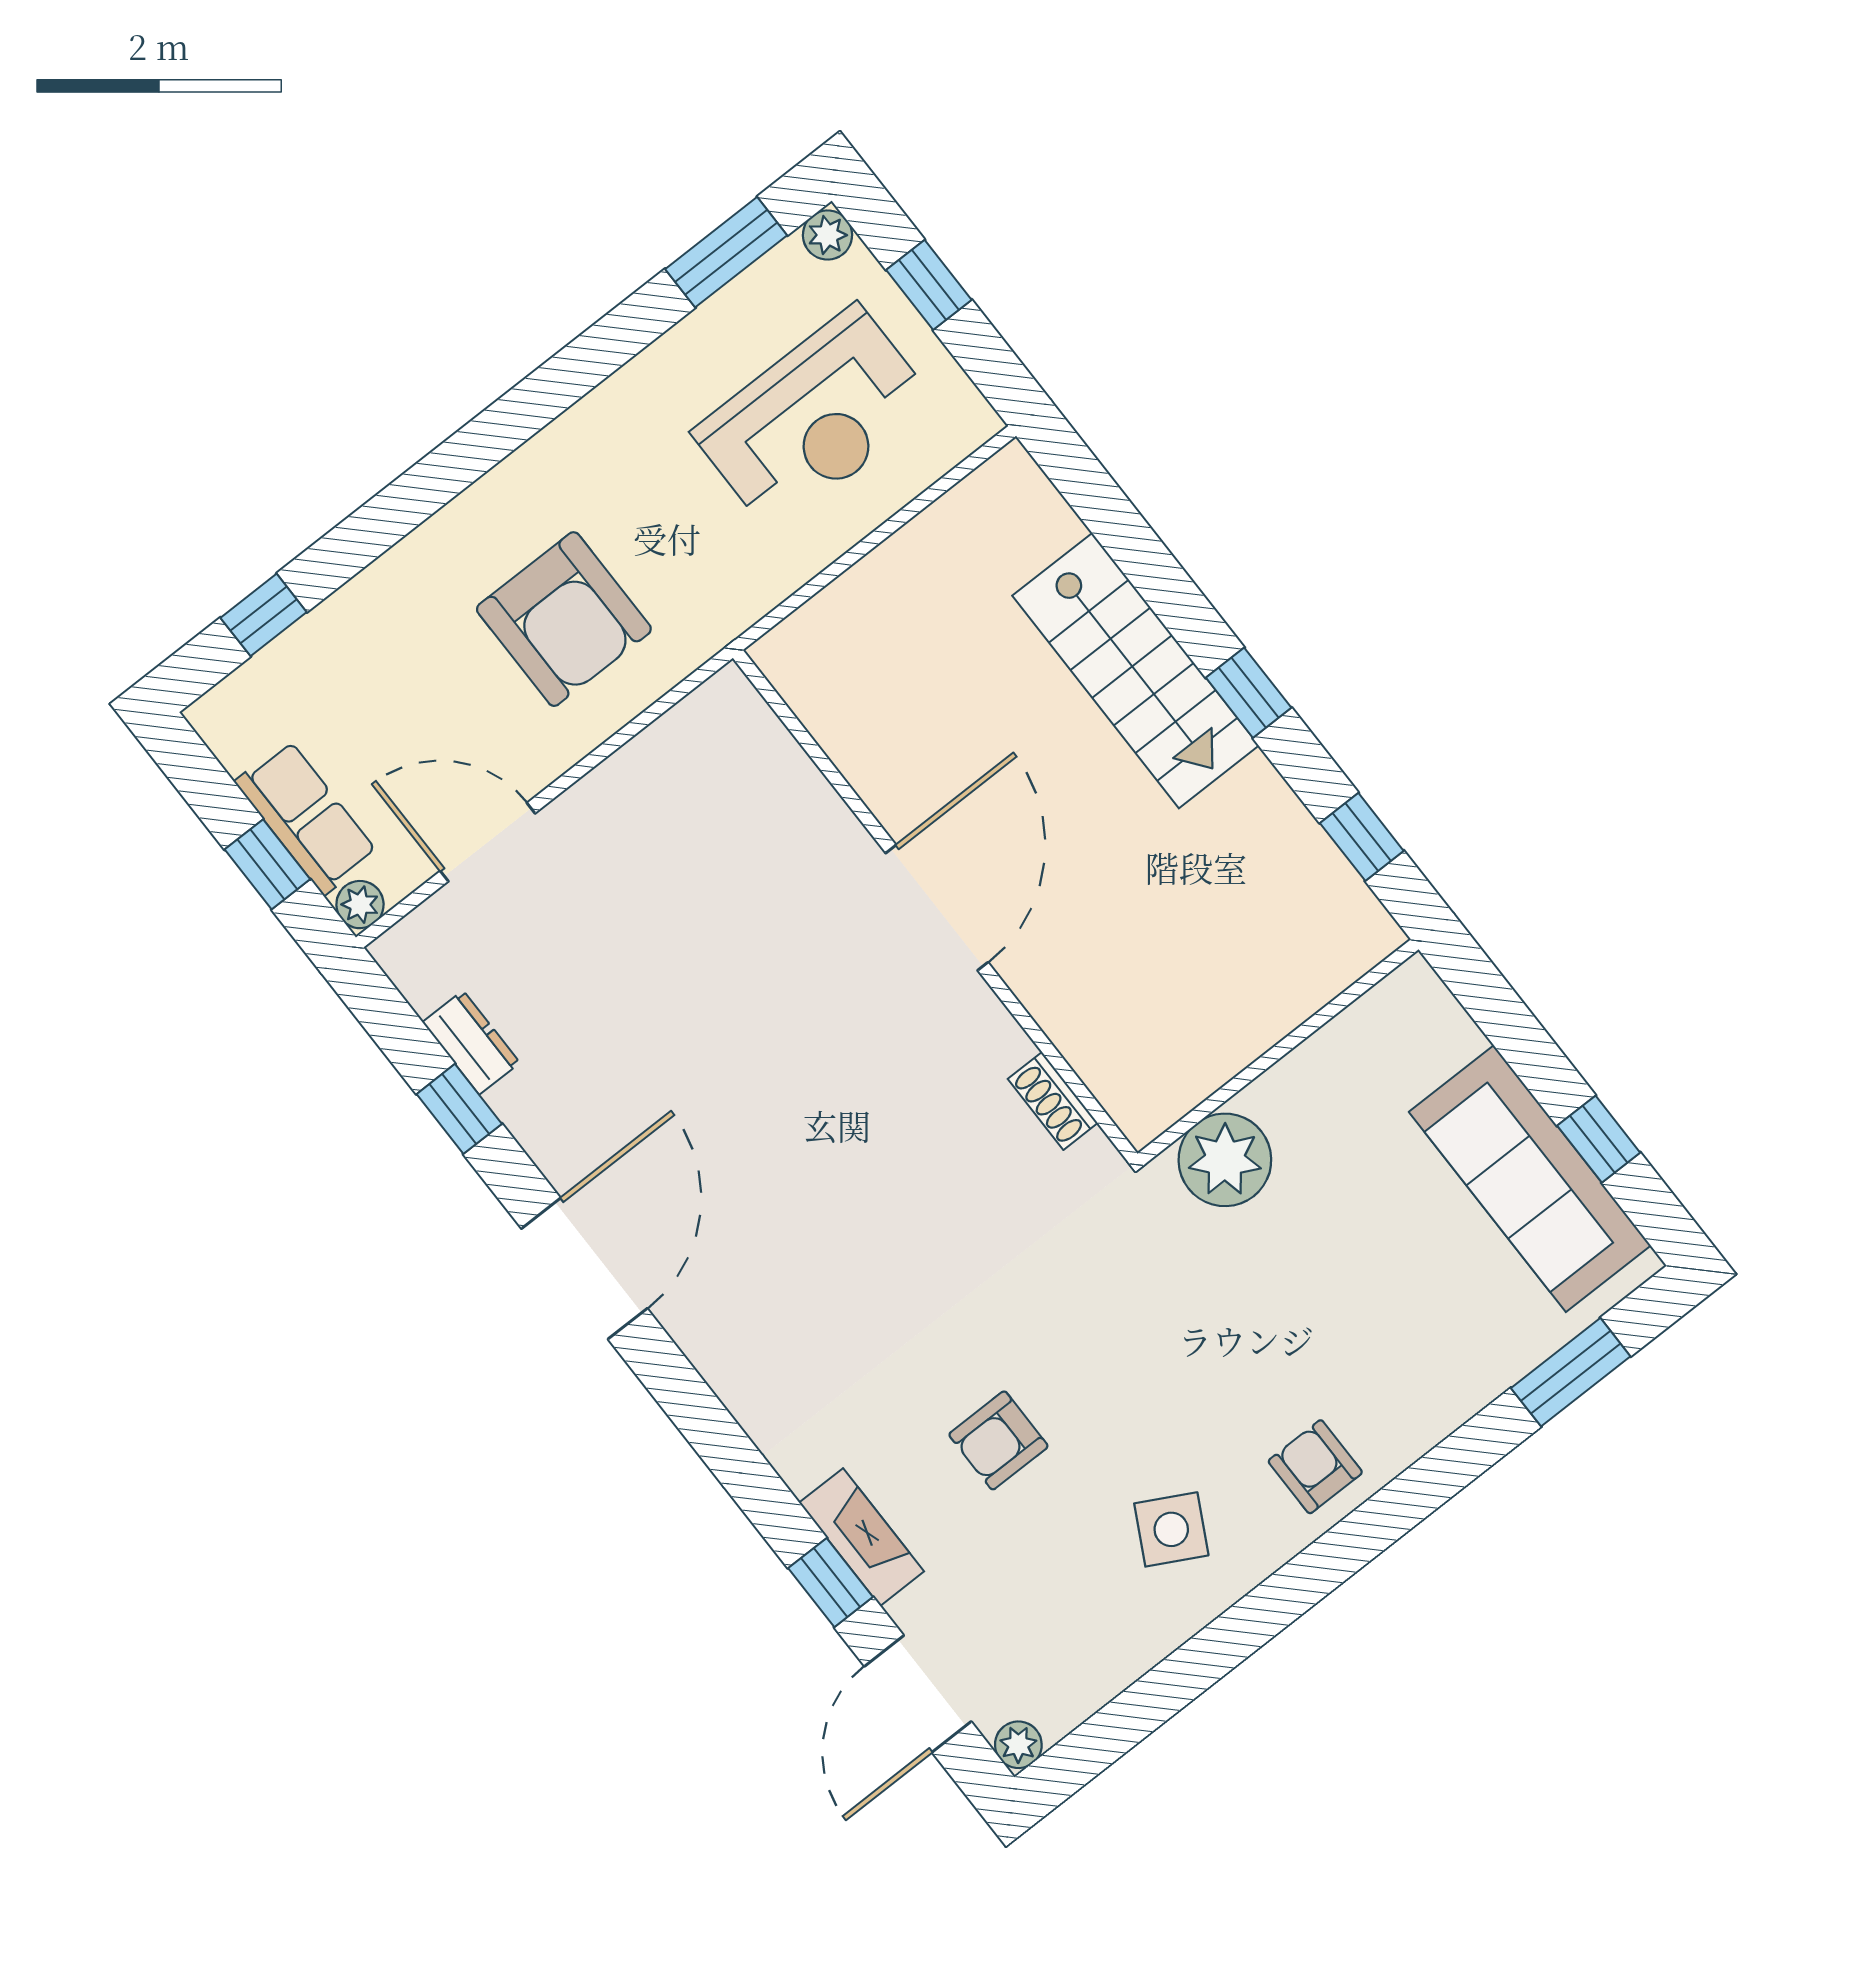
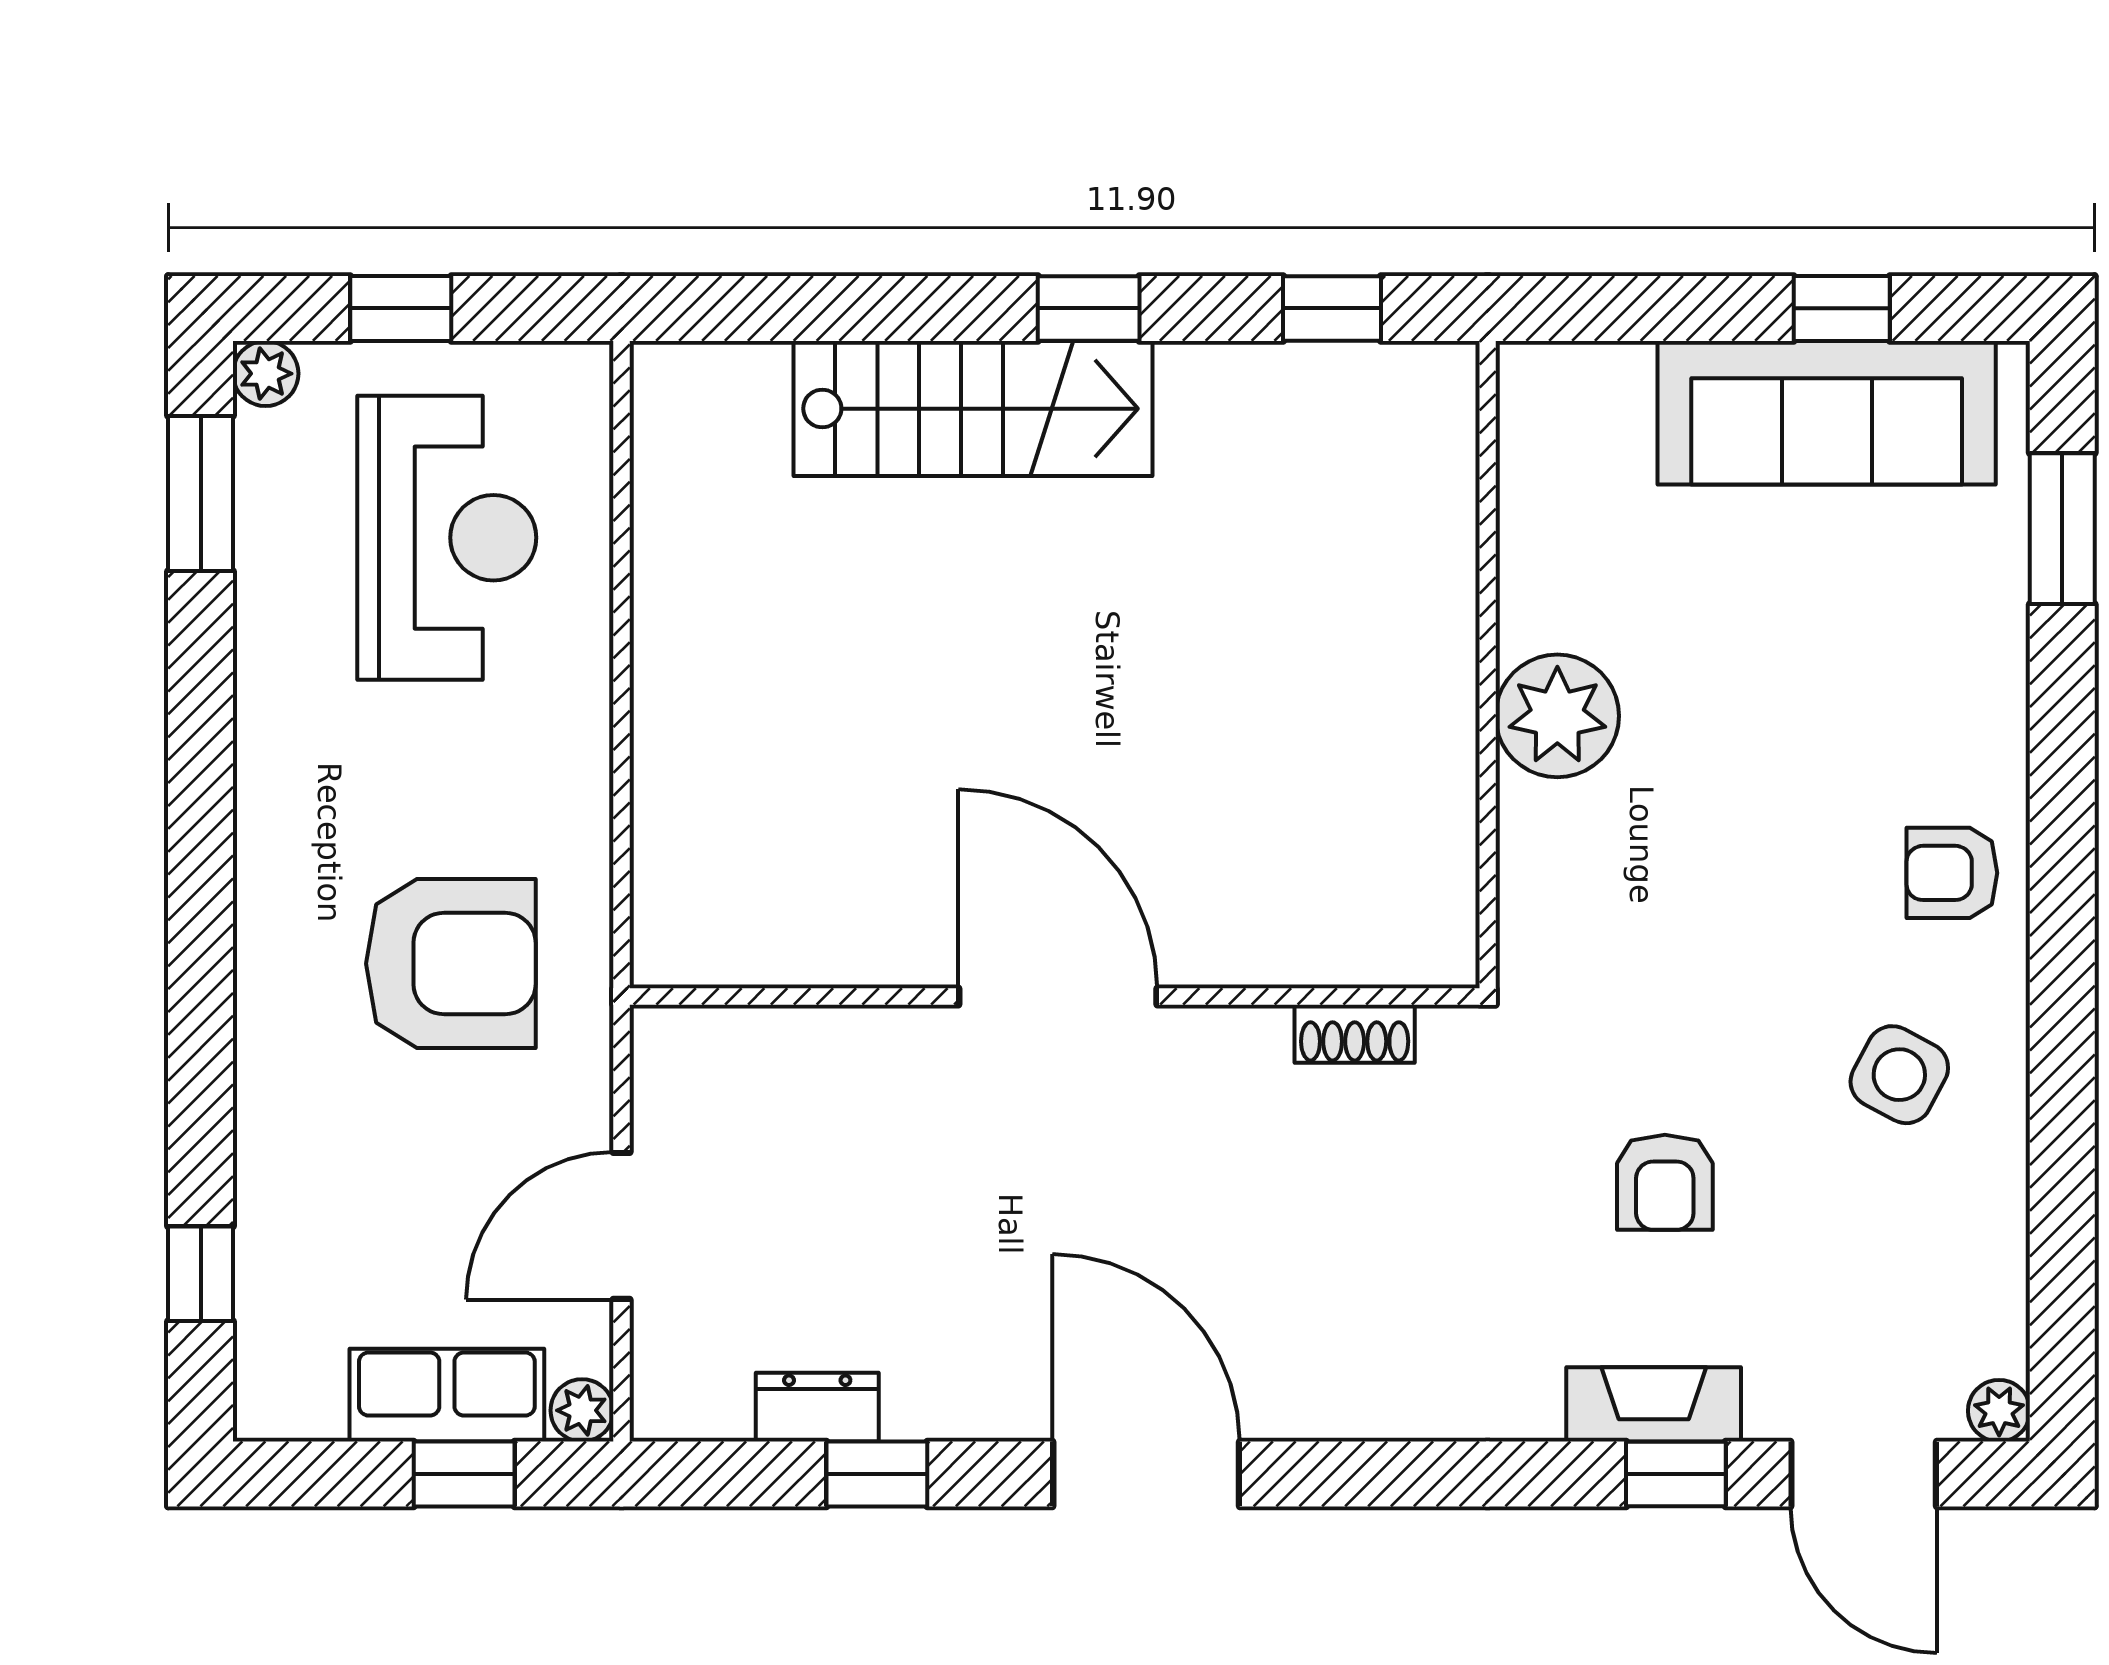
wall: (935, 906) -> (1055, 997), moved
door: (937, 908) -> (1058, 997), moved
shoe rack: (1053, 1101) -> (1355, 1034), moved

